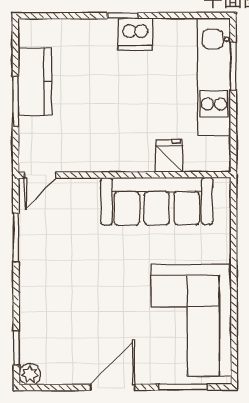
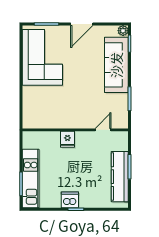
kitchen counter: (35, 81) -> (120, 177), width x1.50
fridge: (169, 156) -> (67, 139), moved
door: (40, 175) -> (103, 130), moved
sofa: (157, 201) -> (116, 65), moved, turned -90

